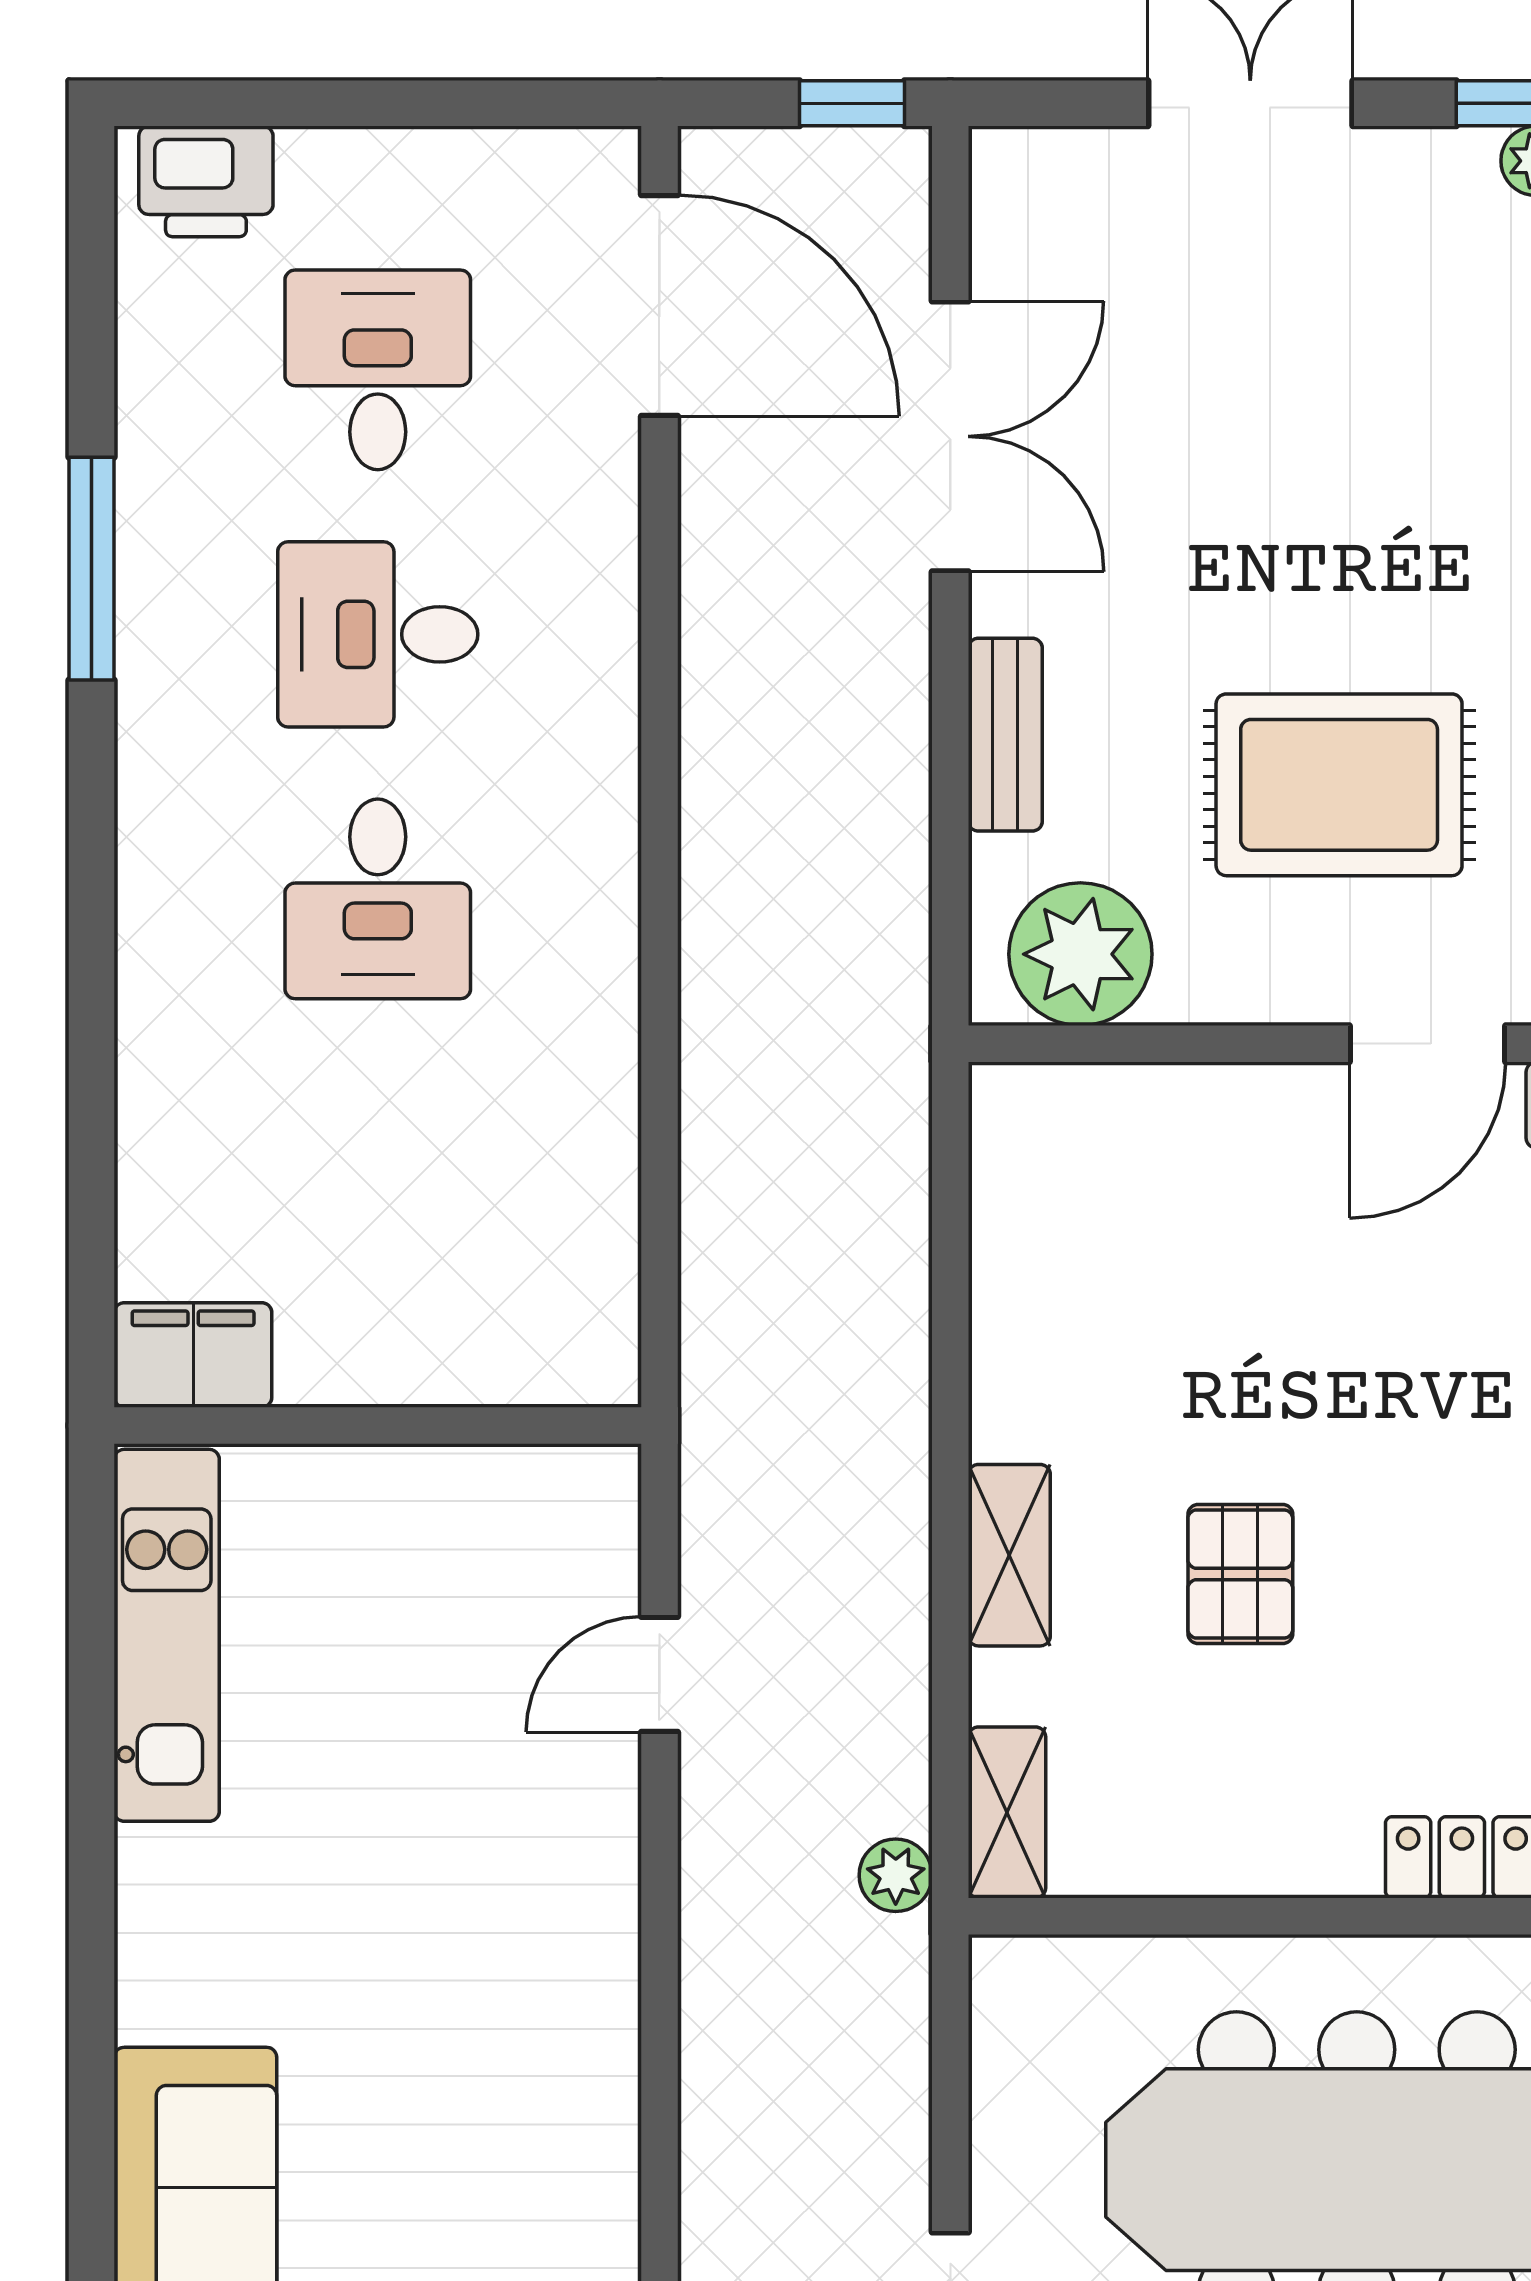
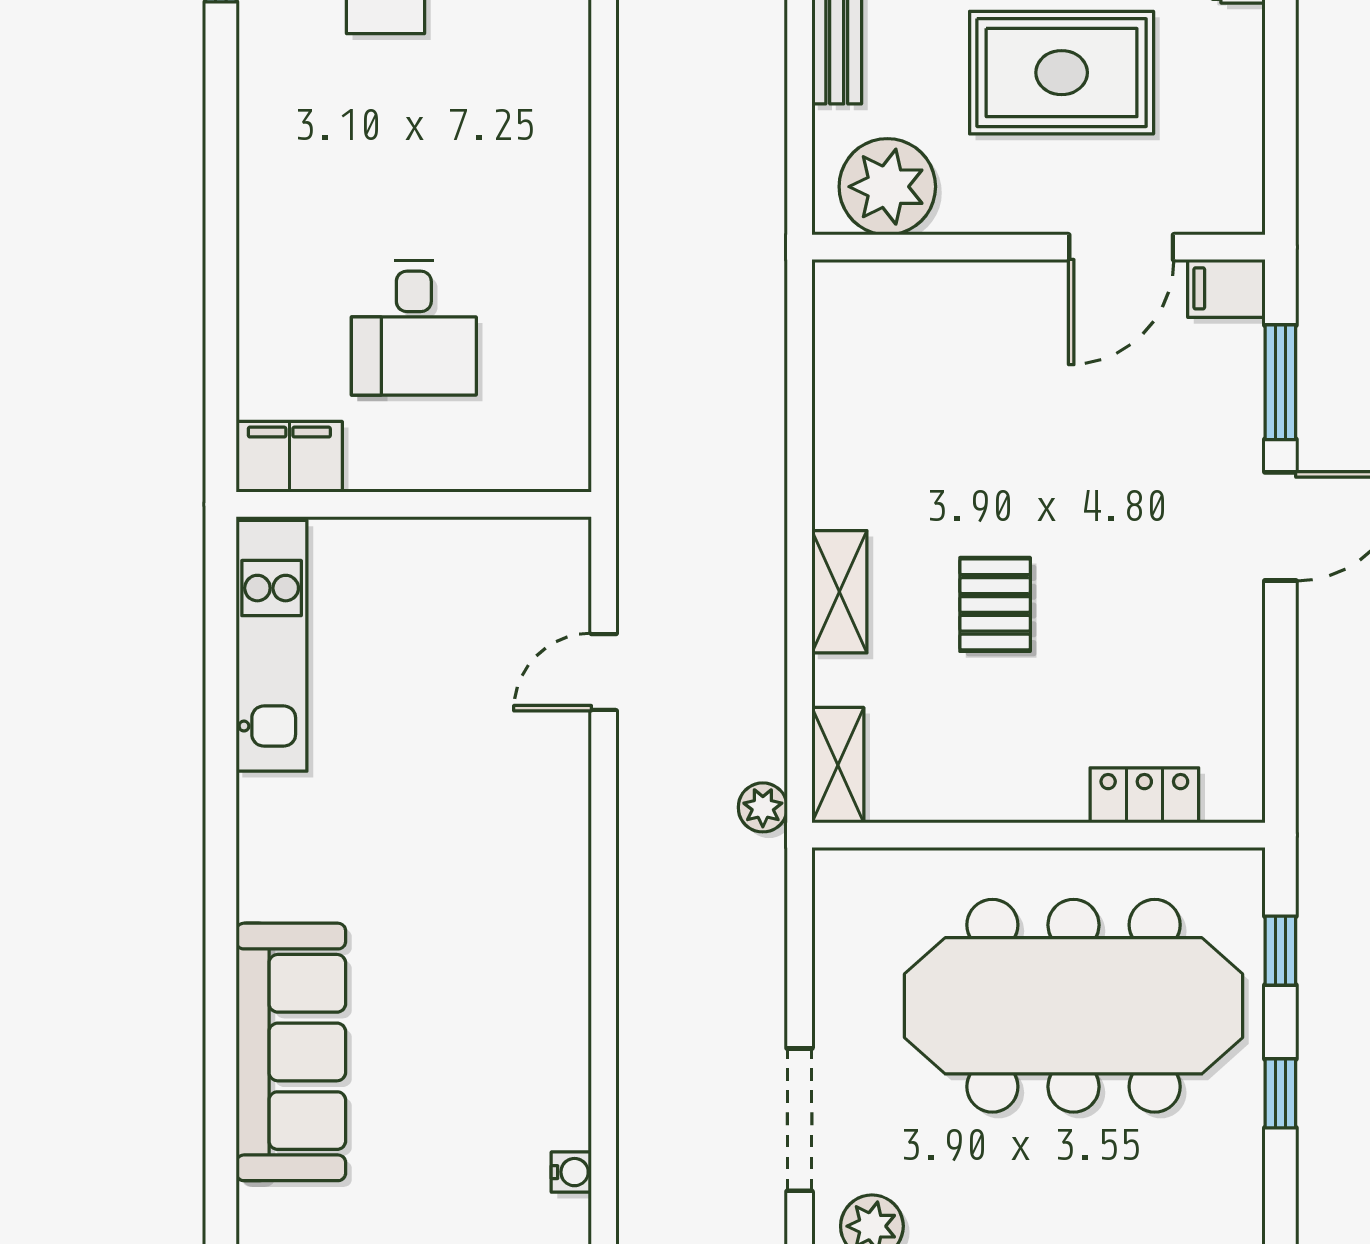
desk: (378, 899) -> (414, 328), moved

